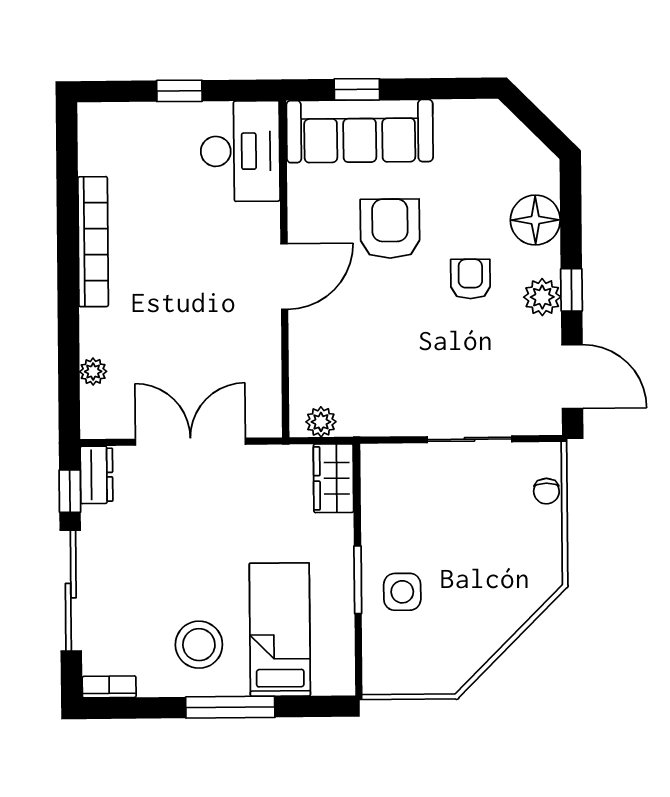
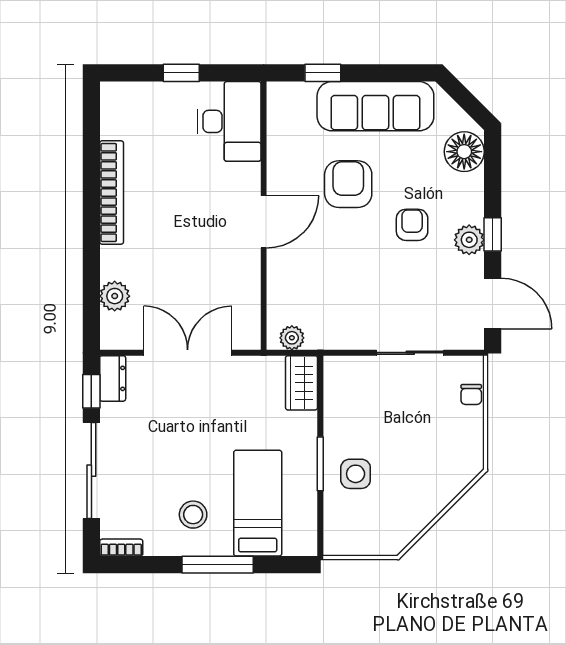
sofa: (360, 131) -> (375, 106), moved
floor lamp: (535, 220) -> (464, 152), moved
plant: (93, 372) -> (115, 296), width x1.38, depth x1.38
stool: (199, 645) -> (193, 515), width x0.73, depth x0.73

